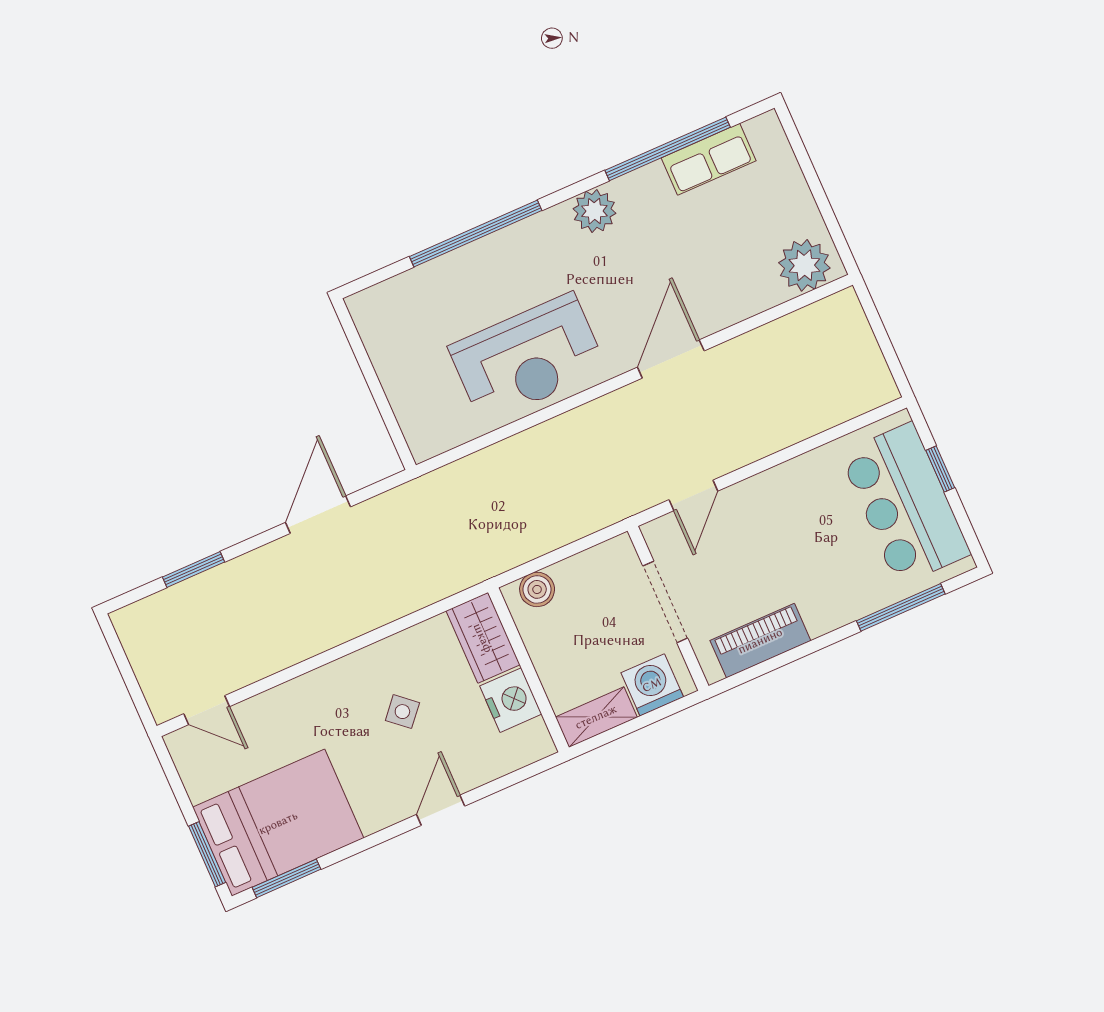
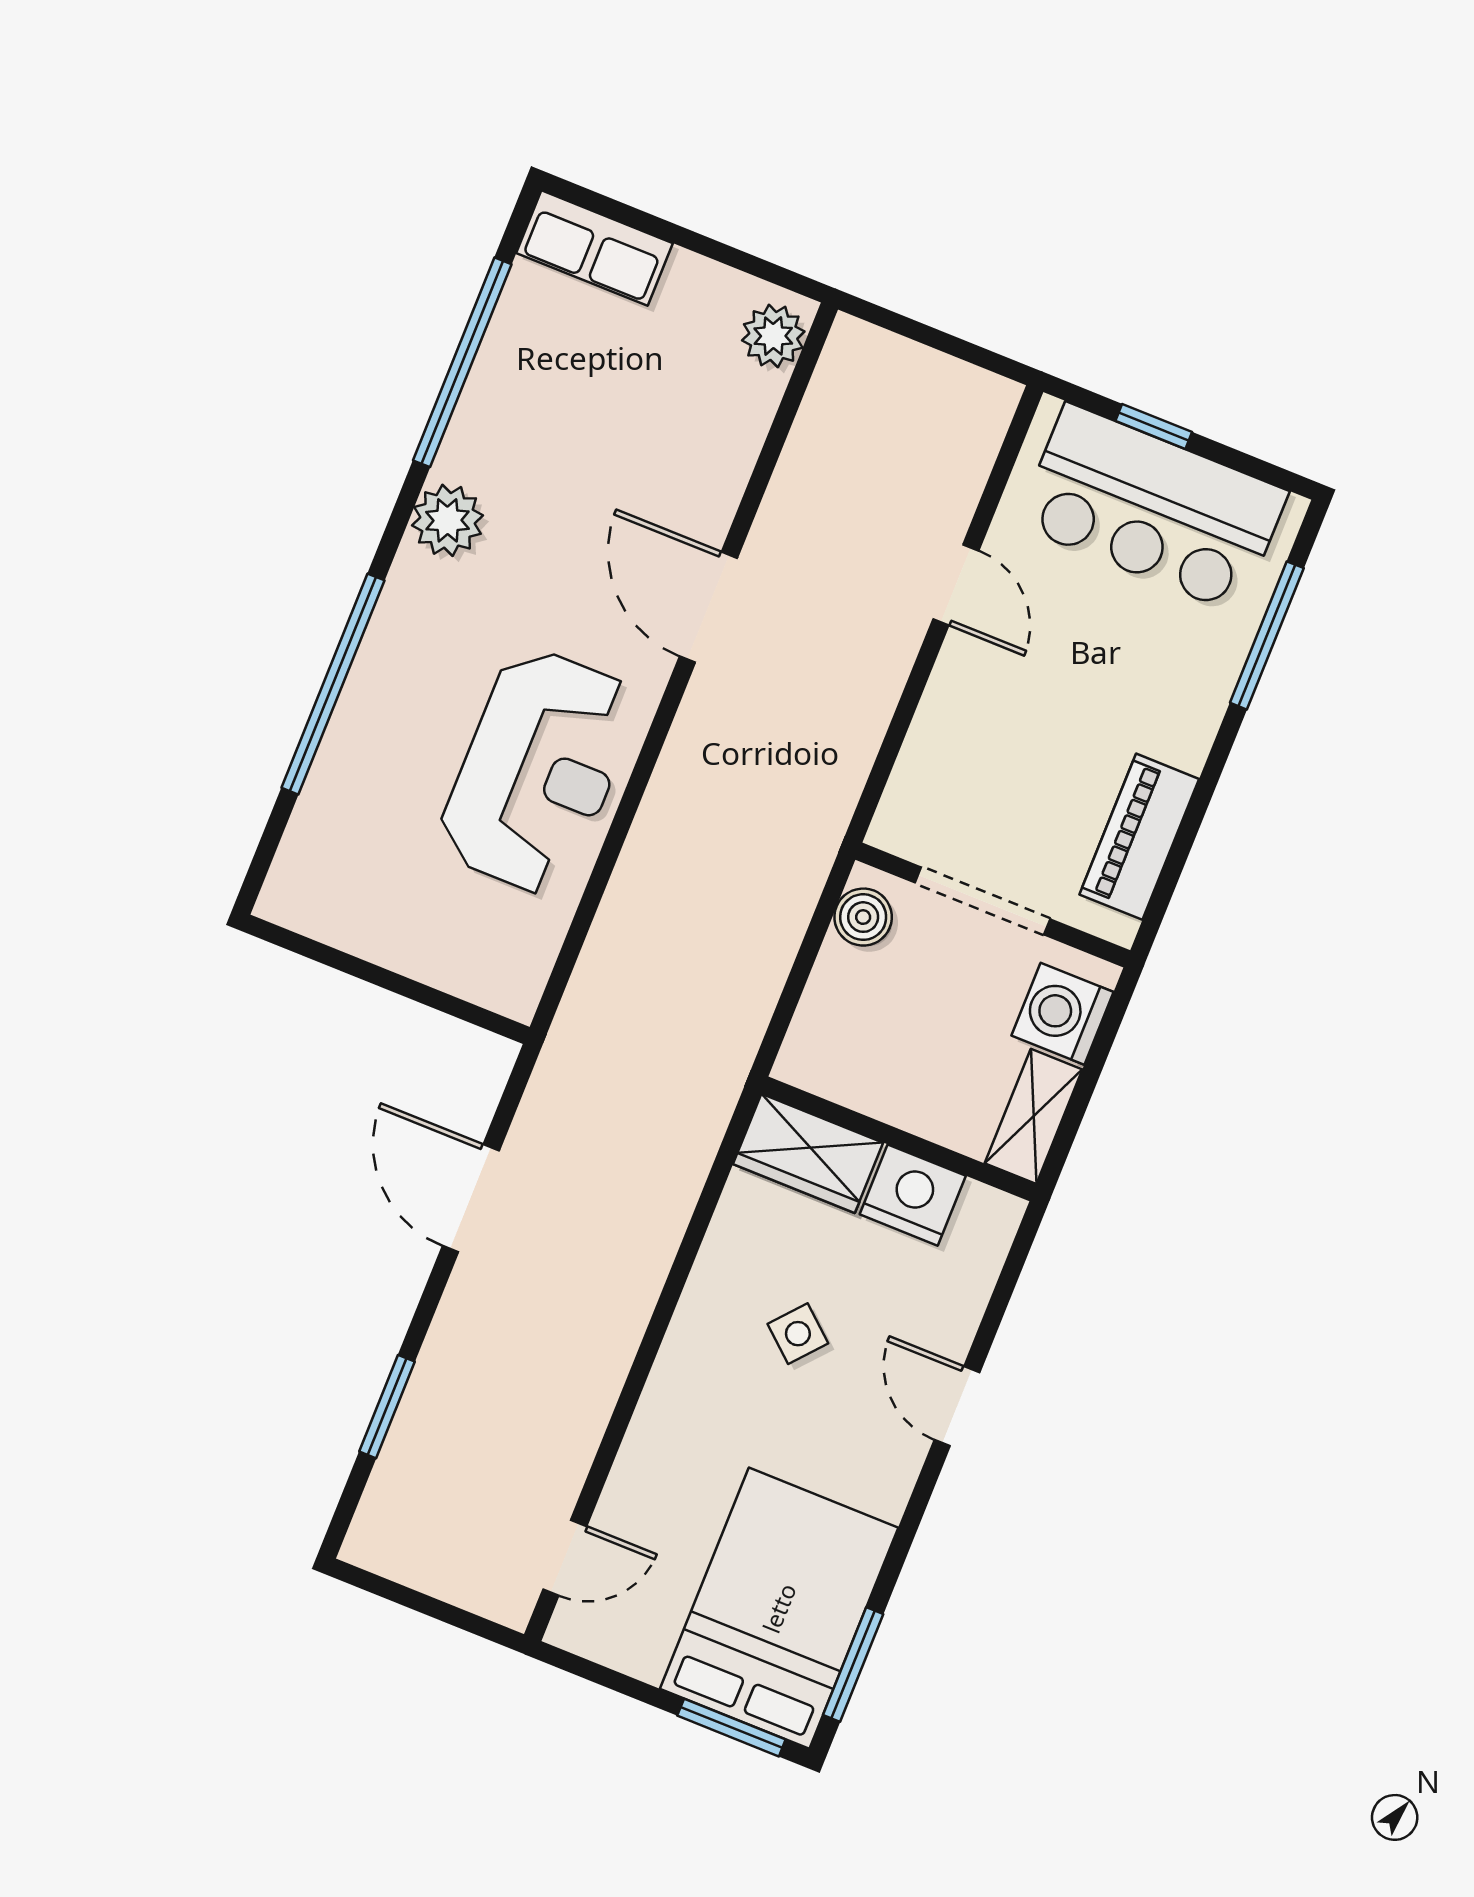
row of seats: (709, 159) -> (594, 248), moved, turned 90
plant: (804, 265) -> (773, 336), width x0.73, depth x0.73
door: (693, 495) -> (956, 585), moved
boiler: (537, 589) -> (863, 917), moved

